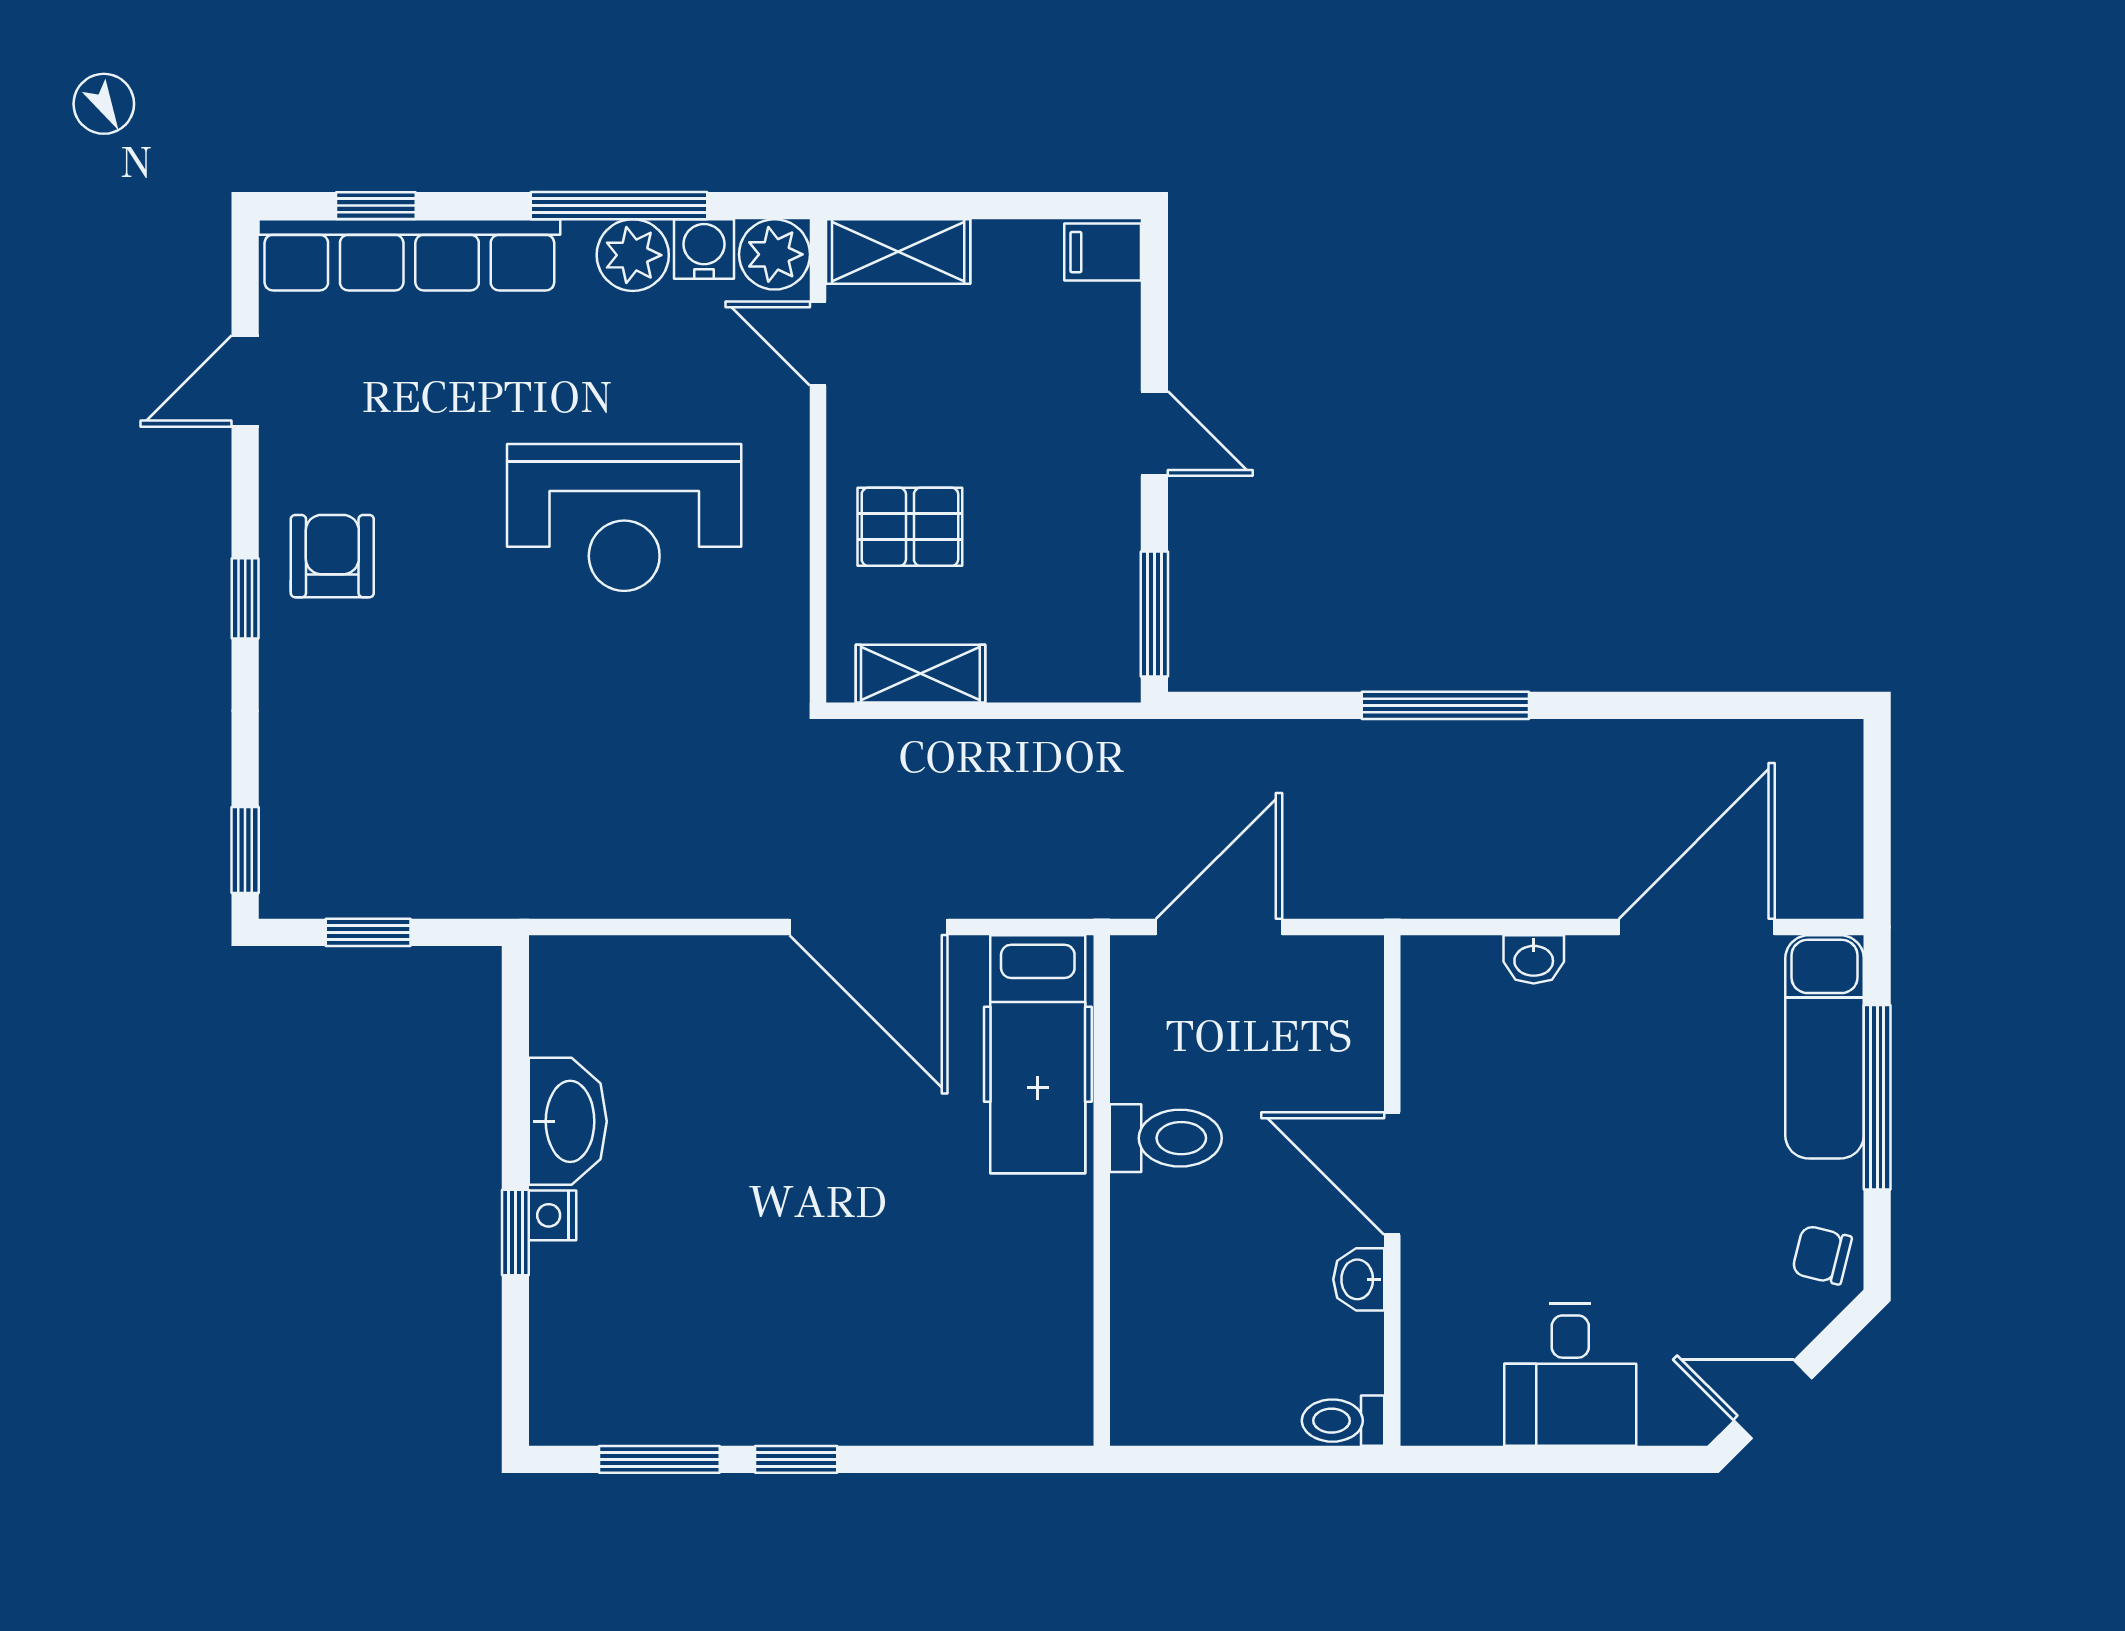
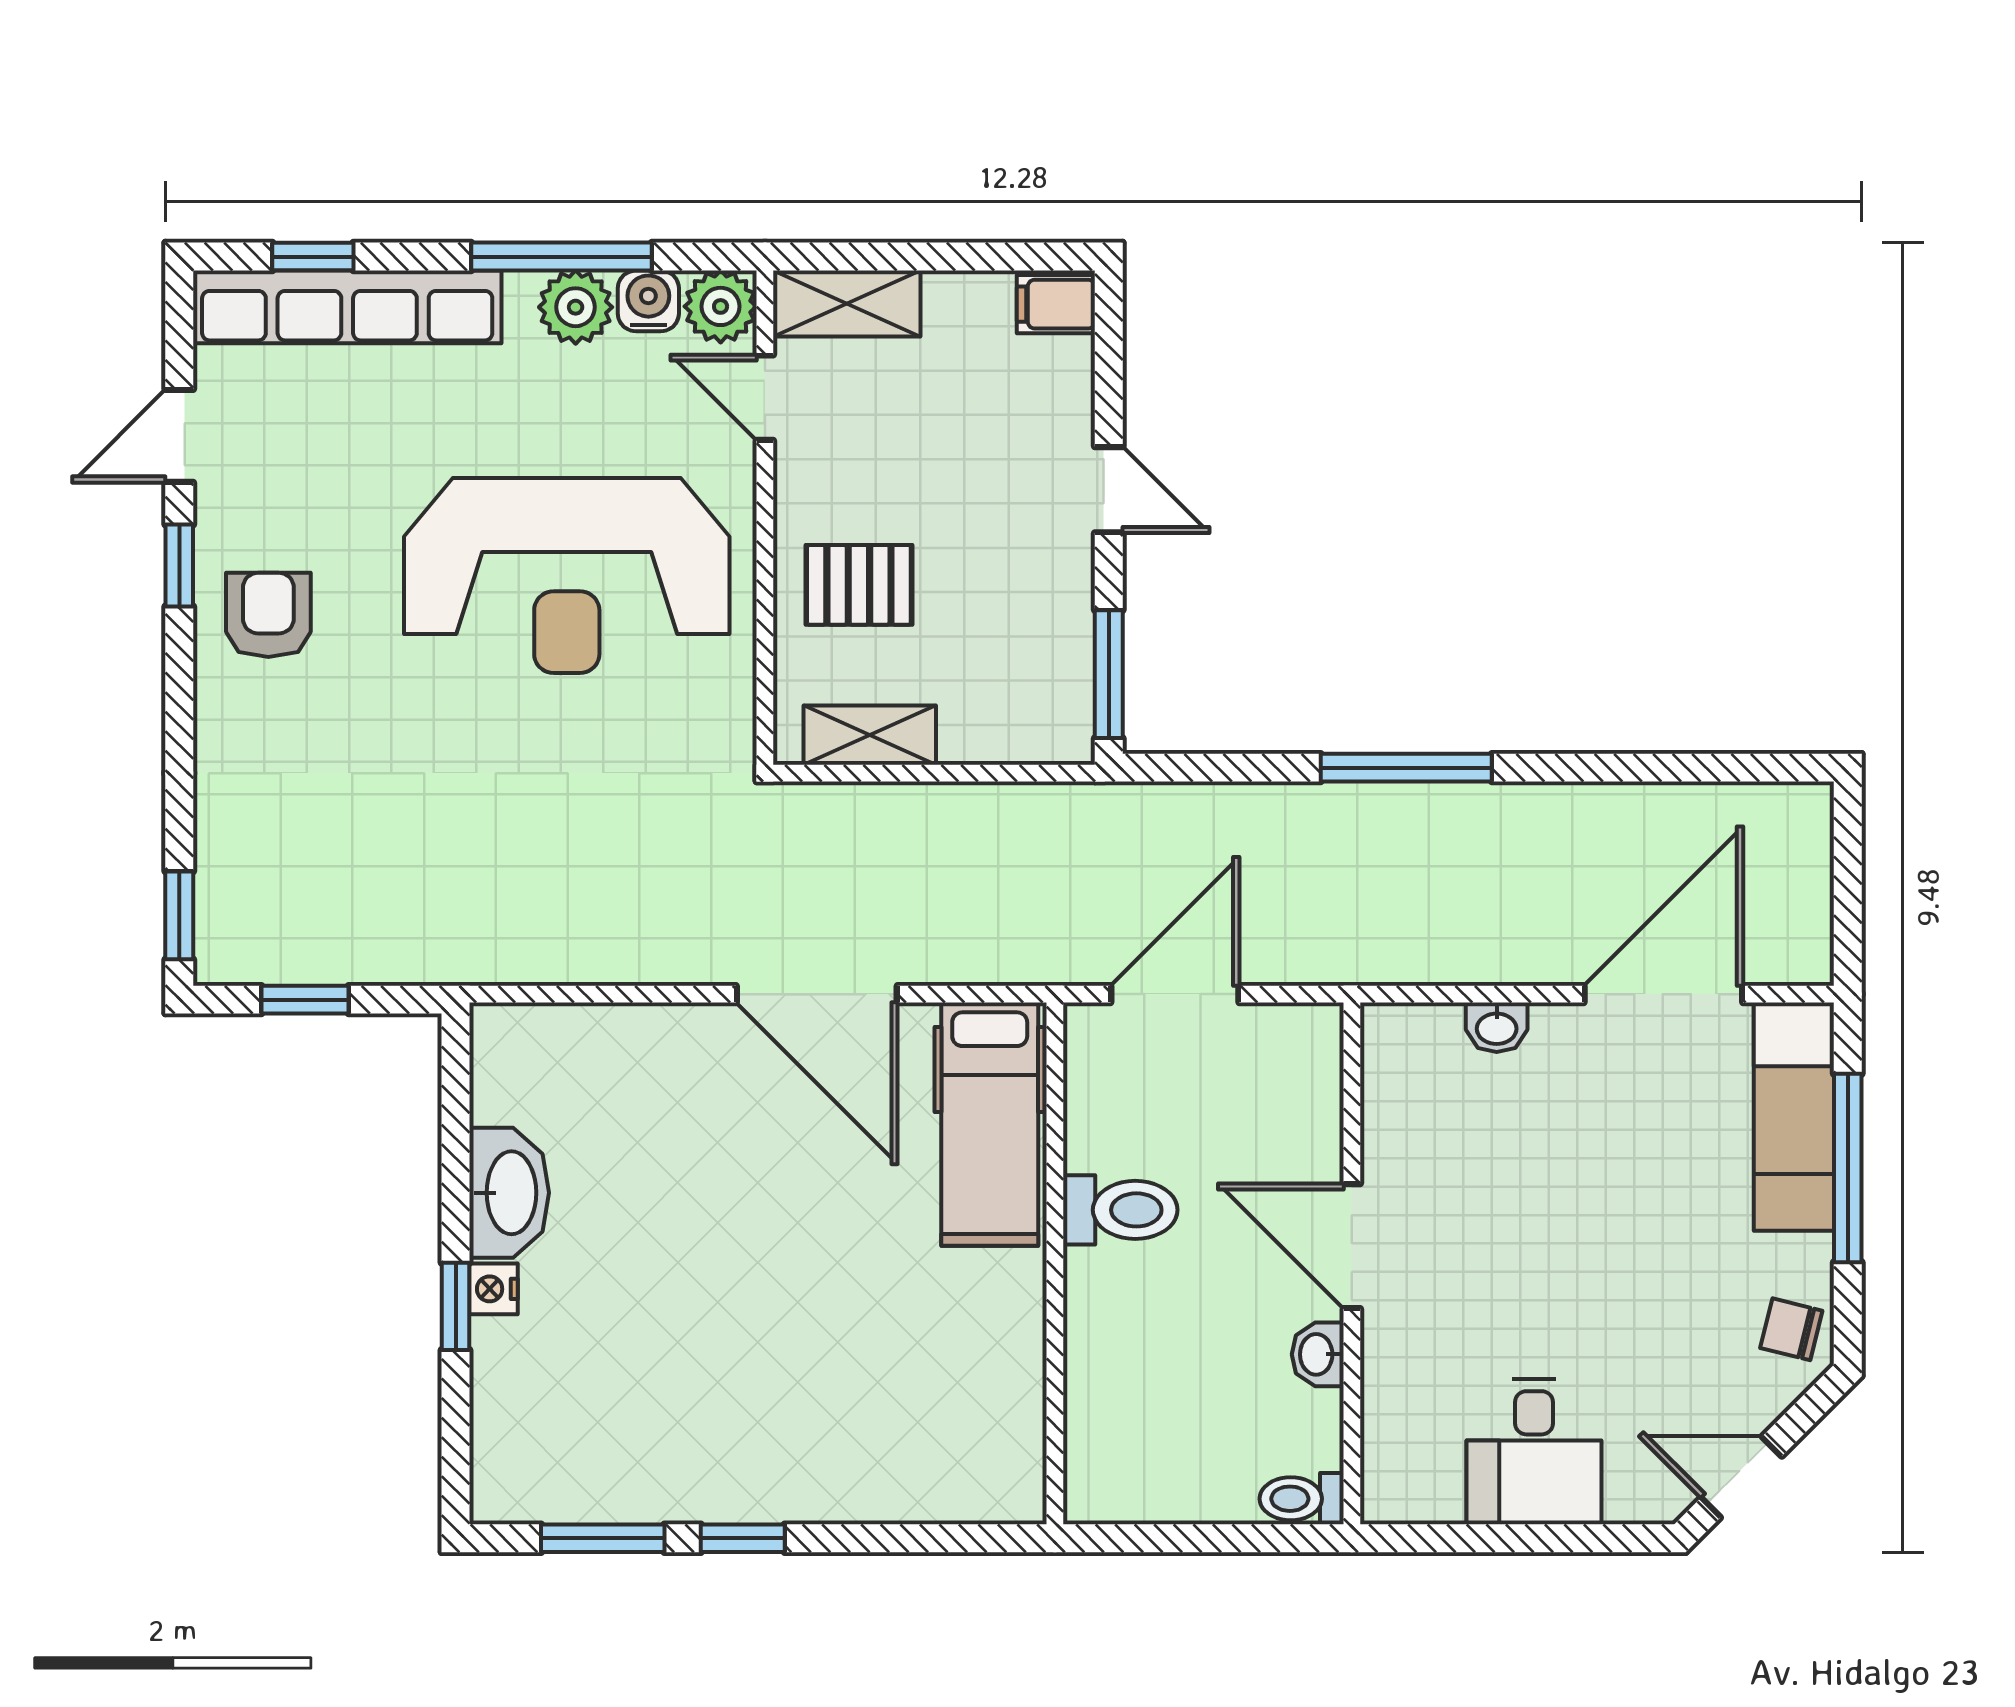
reception desk: (624, 518) -> (567, 575), width x1.36, depth x1.30
window: (245, 598) -> (179, 566), moved

